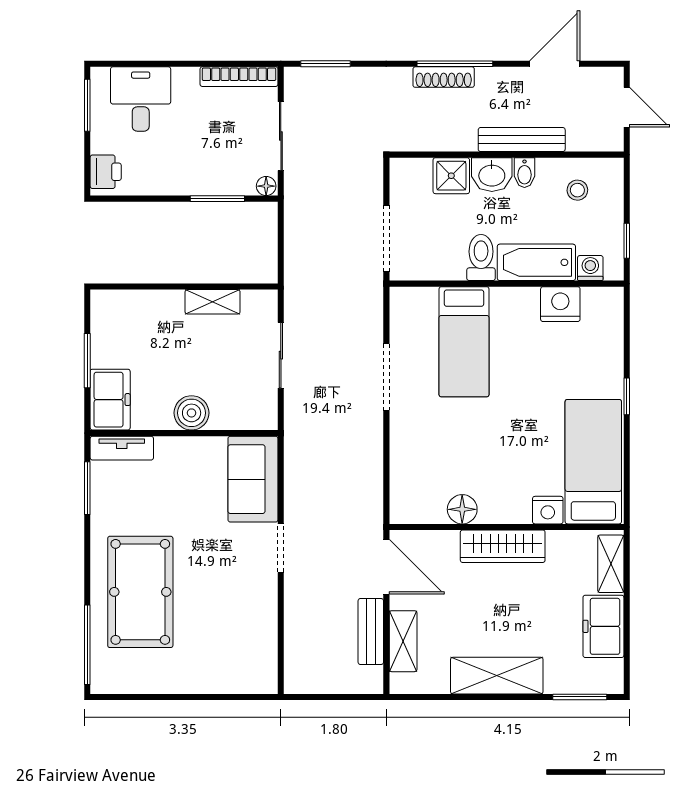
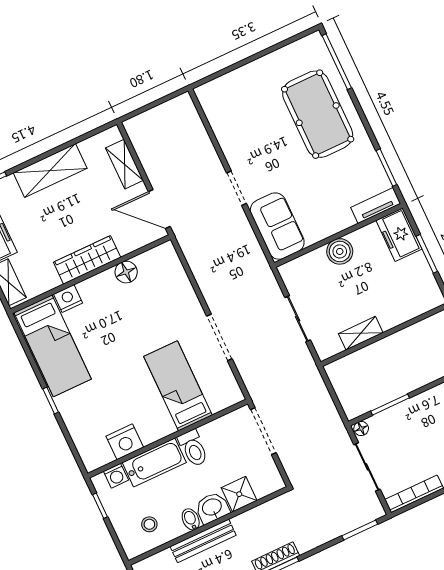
bench: (371, 632) -> (149, 160), removed

